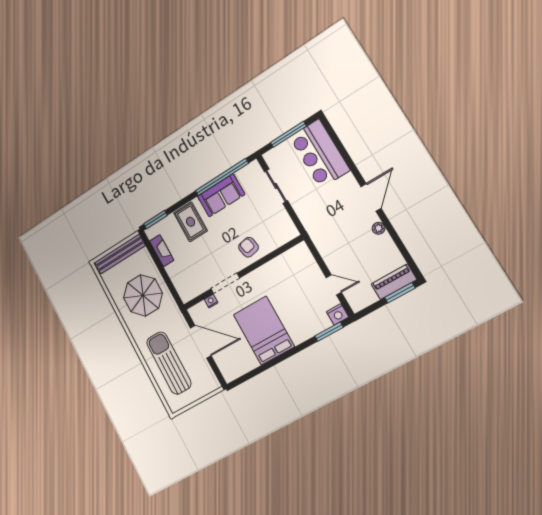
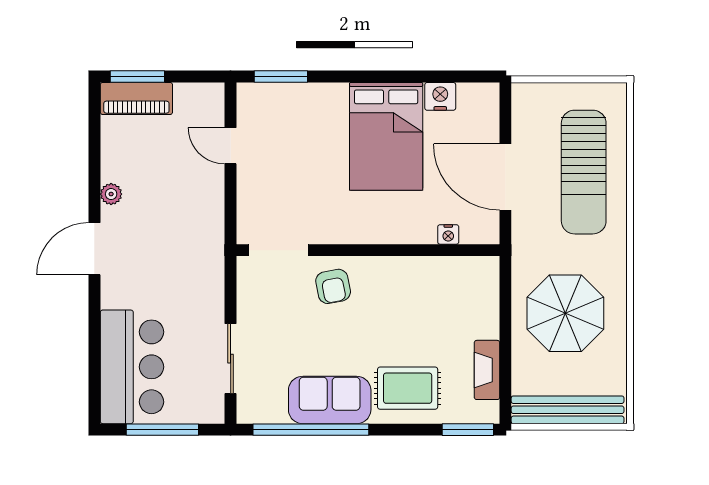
rug: (190, 222) -> (408, 388), turned 90
doorway: (225, 283) -> (279, 250), moved
nightstand: (338, 314) -> (440, 96), moved

